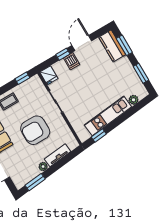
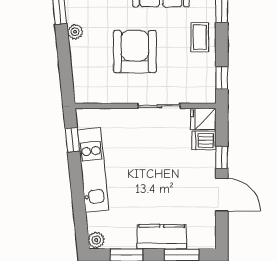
kitchen counter: (112, 46) -> (162, 237), moved
dishwasher: (72, 61) -> (204, 140), moved
plant: (133, 100) -> (96, 240), moved
tv unit: (58, 155) -> (79, 63), removed

